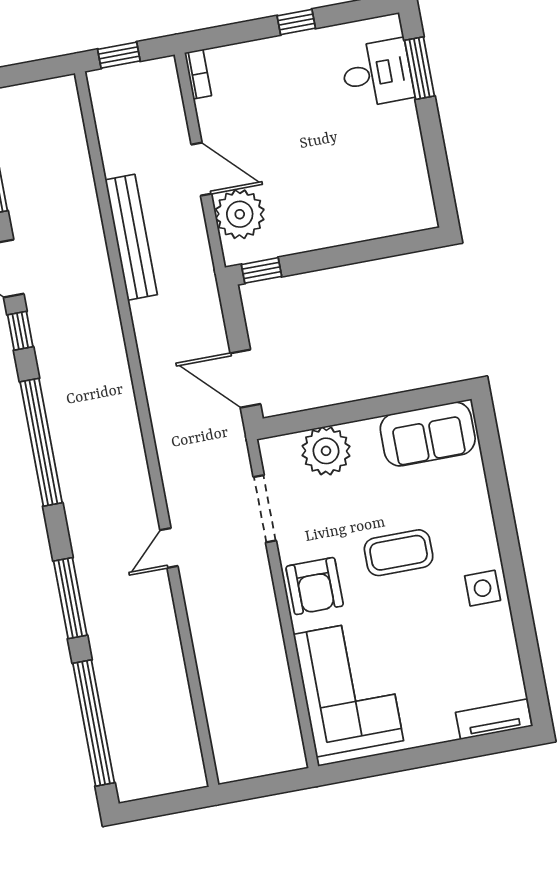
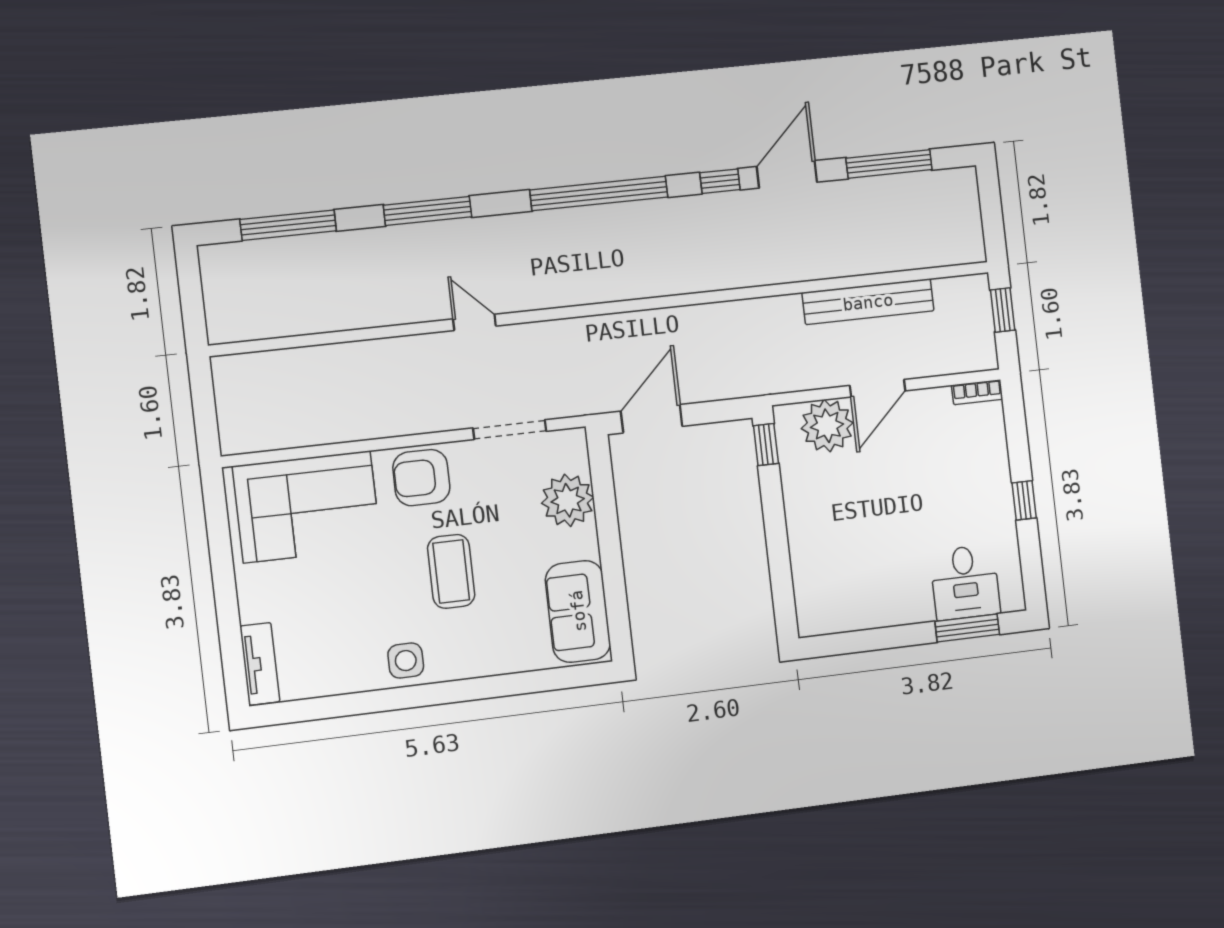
bench: (131, 237) -> (868, 302), moved
window: (94, 723) -> (288, 225), width x0.68

